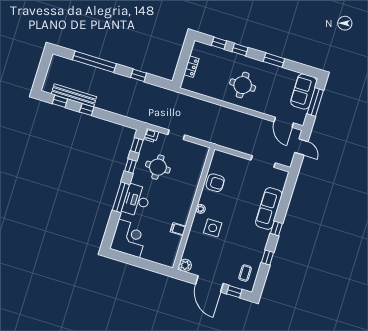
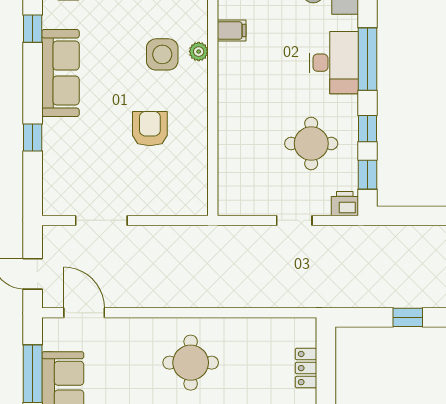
armchair: (215, 183) -> (150, 129), moved, turned 90
sofa: (269, 208) -> (60, 73), moved
plant: (201, 209) -> (199, 52), moved
window: (276, 228) -> (33, 138), moved

